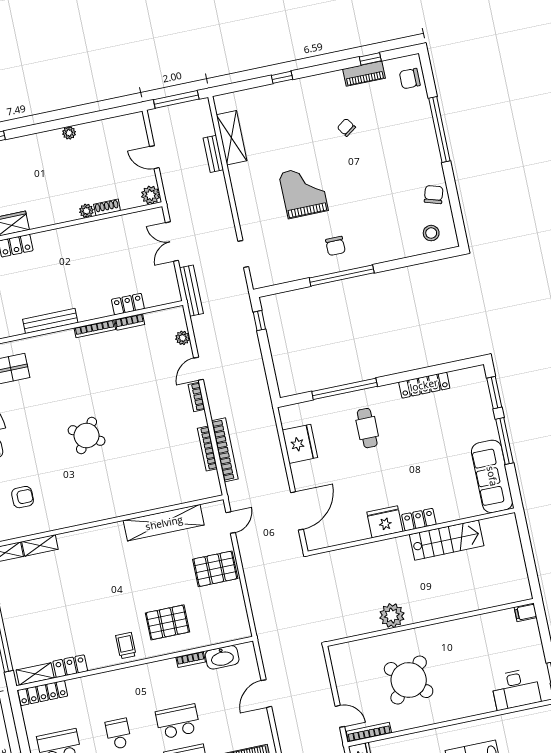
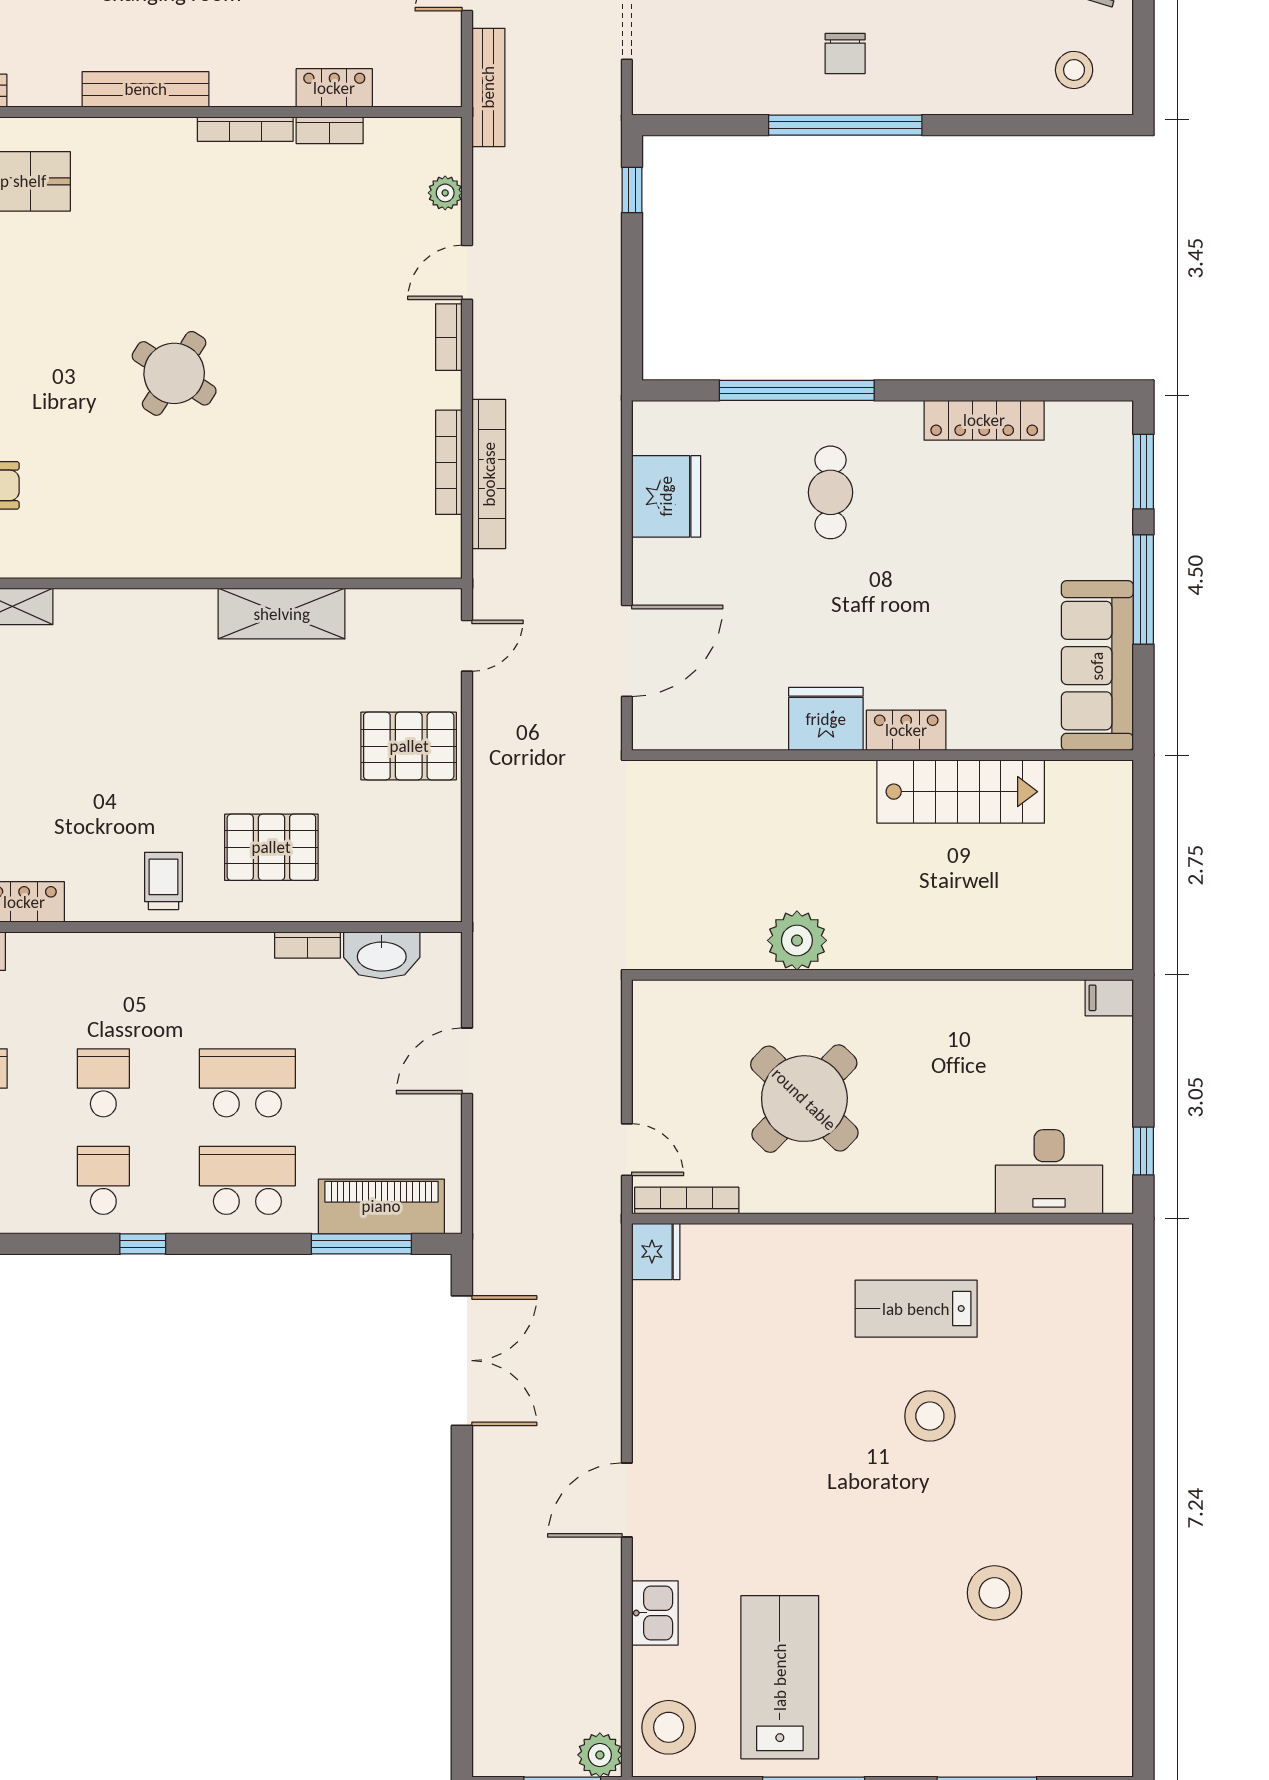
shelving: (164, 523) -> (282, 614), width x0.68

